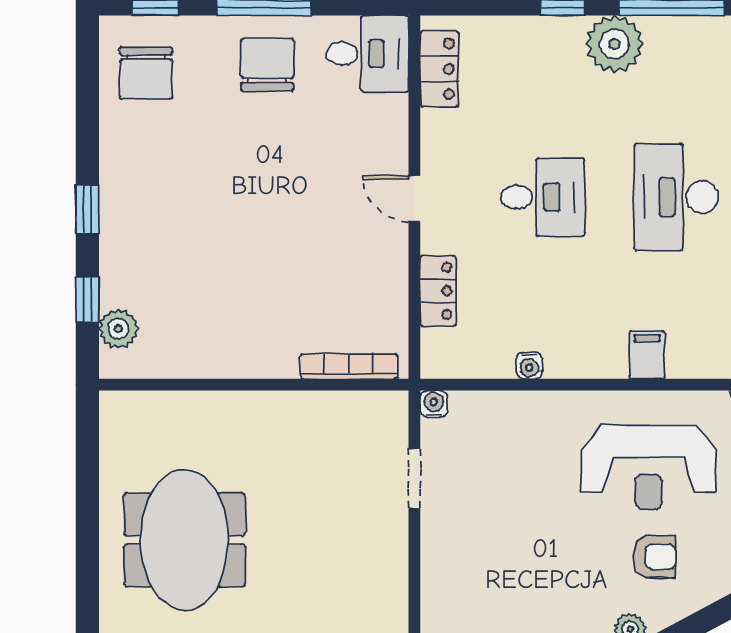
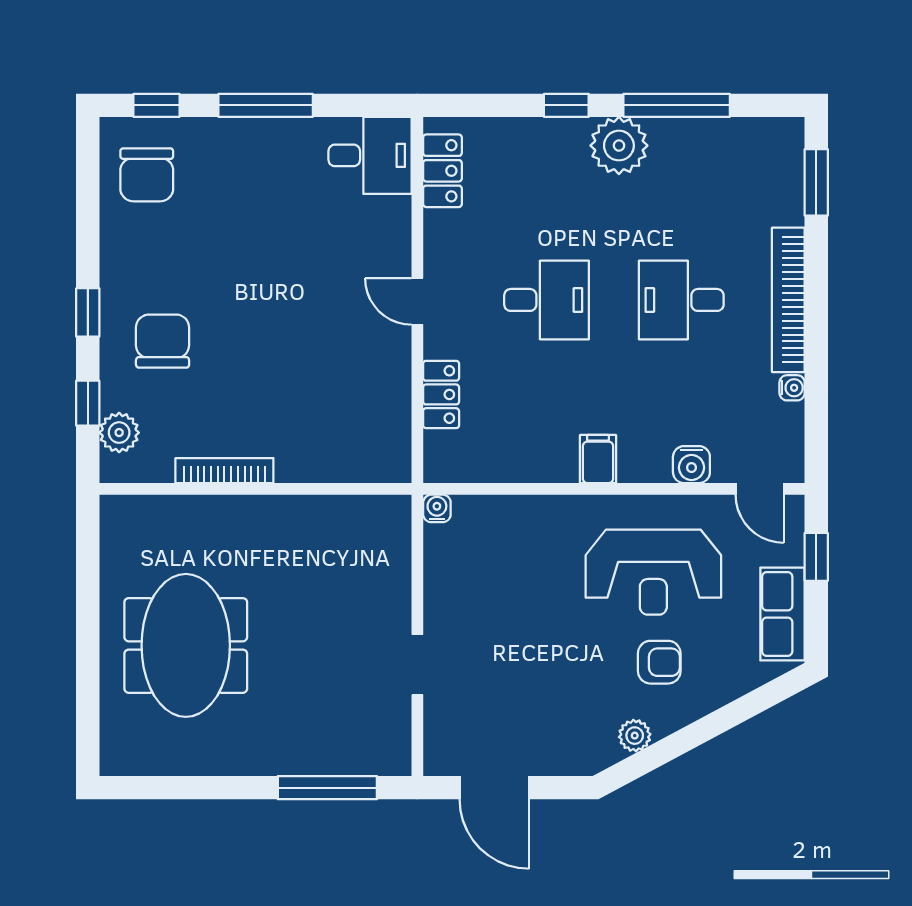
chair: (267, 65) -> (163, 341), moved
desk: (676, 197) -> (681, 300), width x0.73
filing cabinet: (647, 355) -> (598, 459), moved
bookcase: (349, 366) -> (224, 471), moved
water cooler: (529, 366) -> (691, 465), moved, width x1.38, depth x1.38
doorway: (414, 478) -> (417, 665), moved

